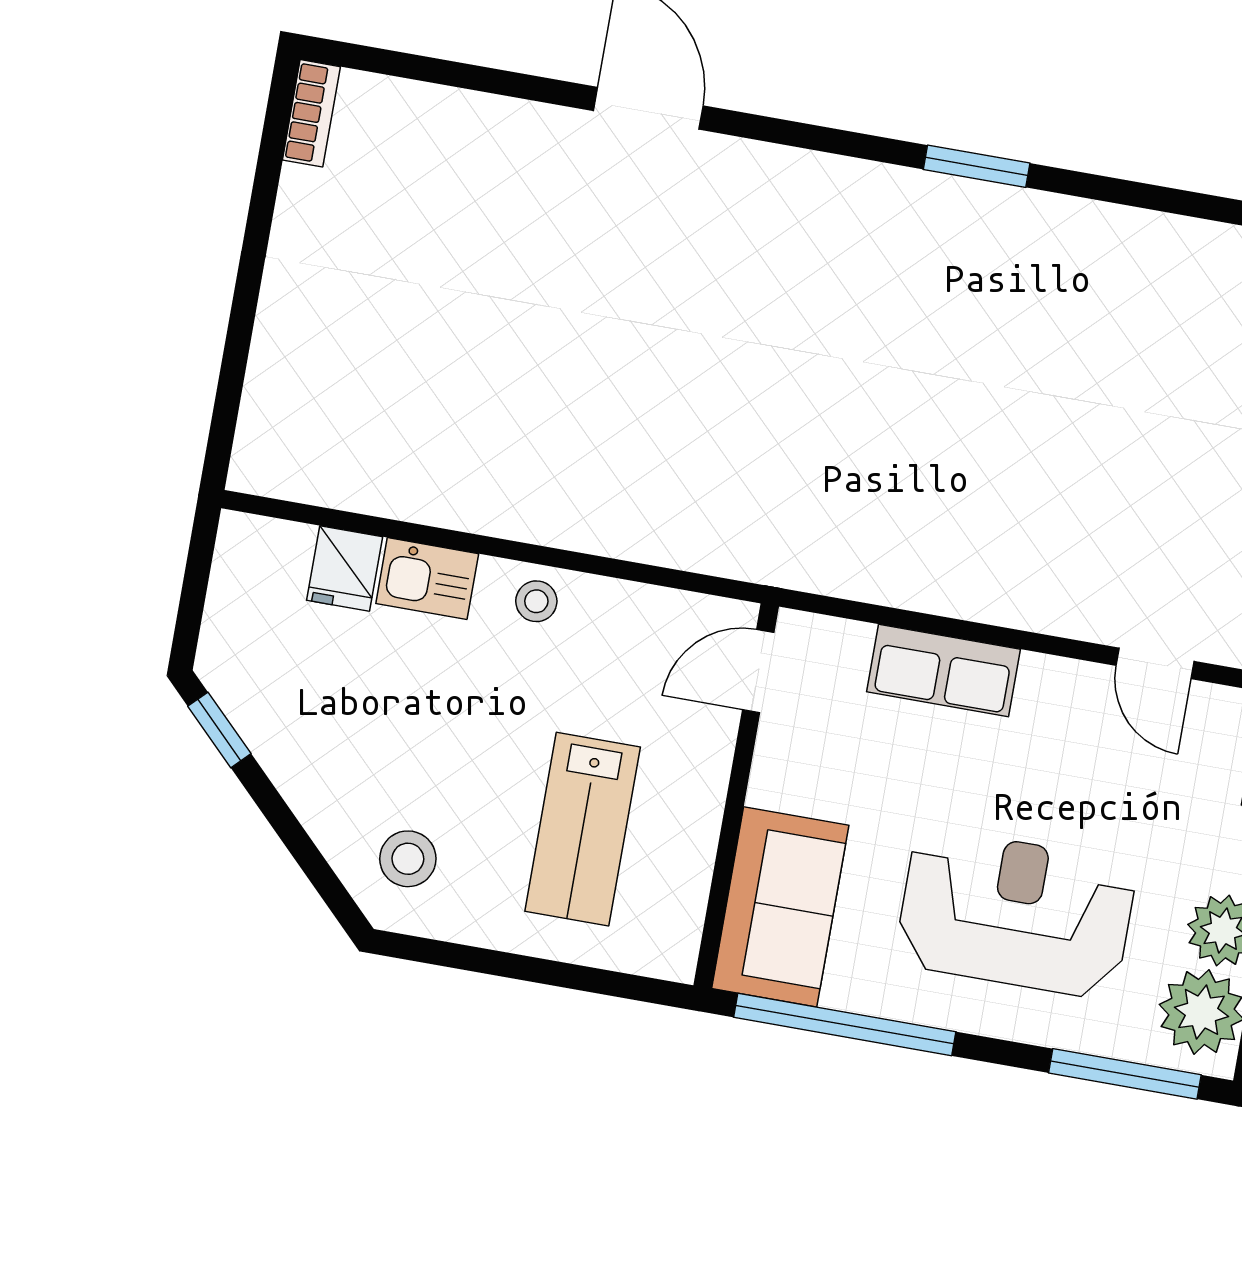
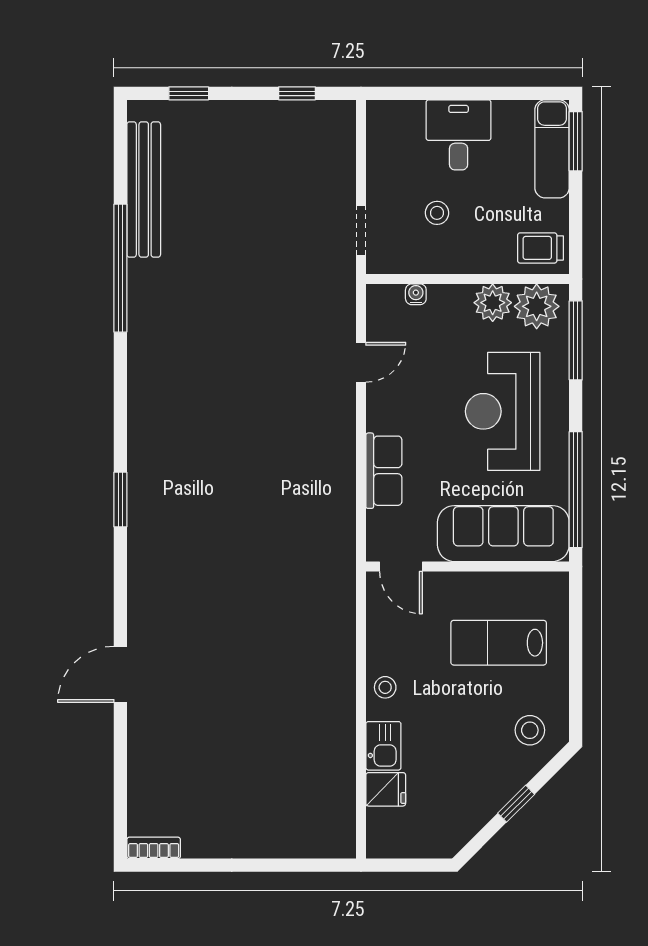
window: (219, 730) -> (516, 804), moved
lab bench: (583, 829) -> (499, 643), turned 180
sofa: (780, 907) -> (503, 534), width x1.36

